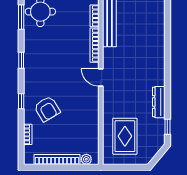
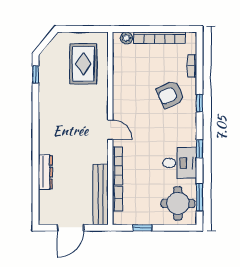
desk: (39, 48) -> (180, 163), added
dresser: (159, 102) -> (45, 172), moved
armchair: (47, 109) -> (170, 94), turned -84

